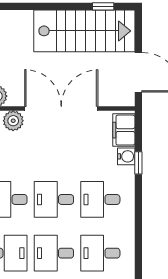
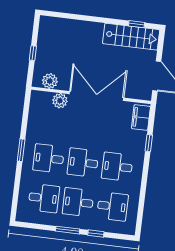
stairs: (84, 31) -> (131, 37), width x0.73, depth x0.66
water cooler: (126, 156) -> (140, 137), removed
desk: (100, 253) -> (112, 206), turned 180

